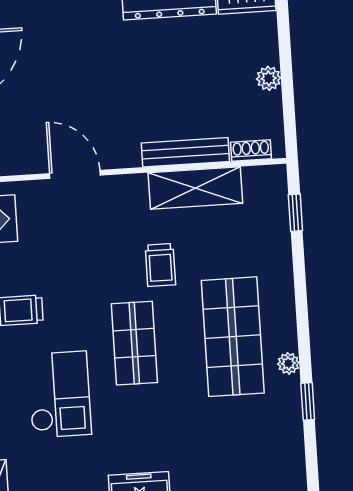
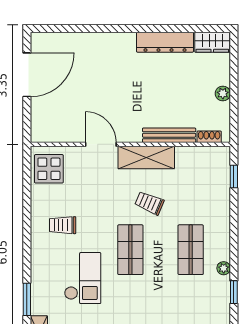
shelving: (195, 188) -> (146, 157), moved
trolley: (160, 265) -> (149, 203), turned 113
shop shelf: (233, 337) -> (191, 250), width x0.70, depth x0.74

